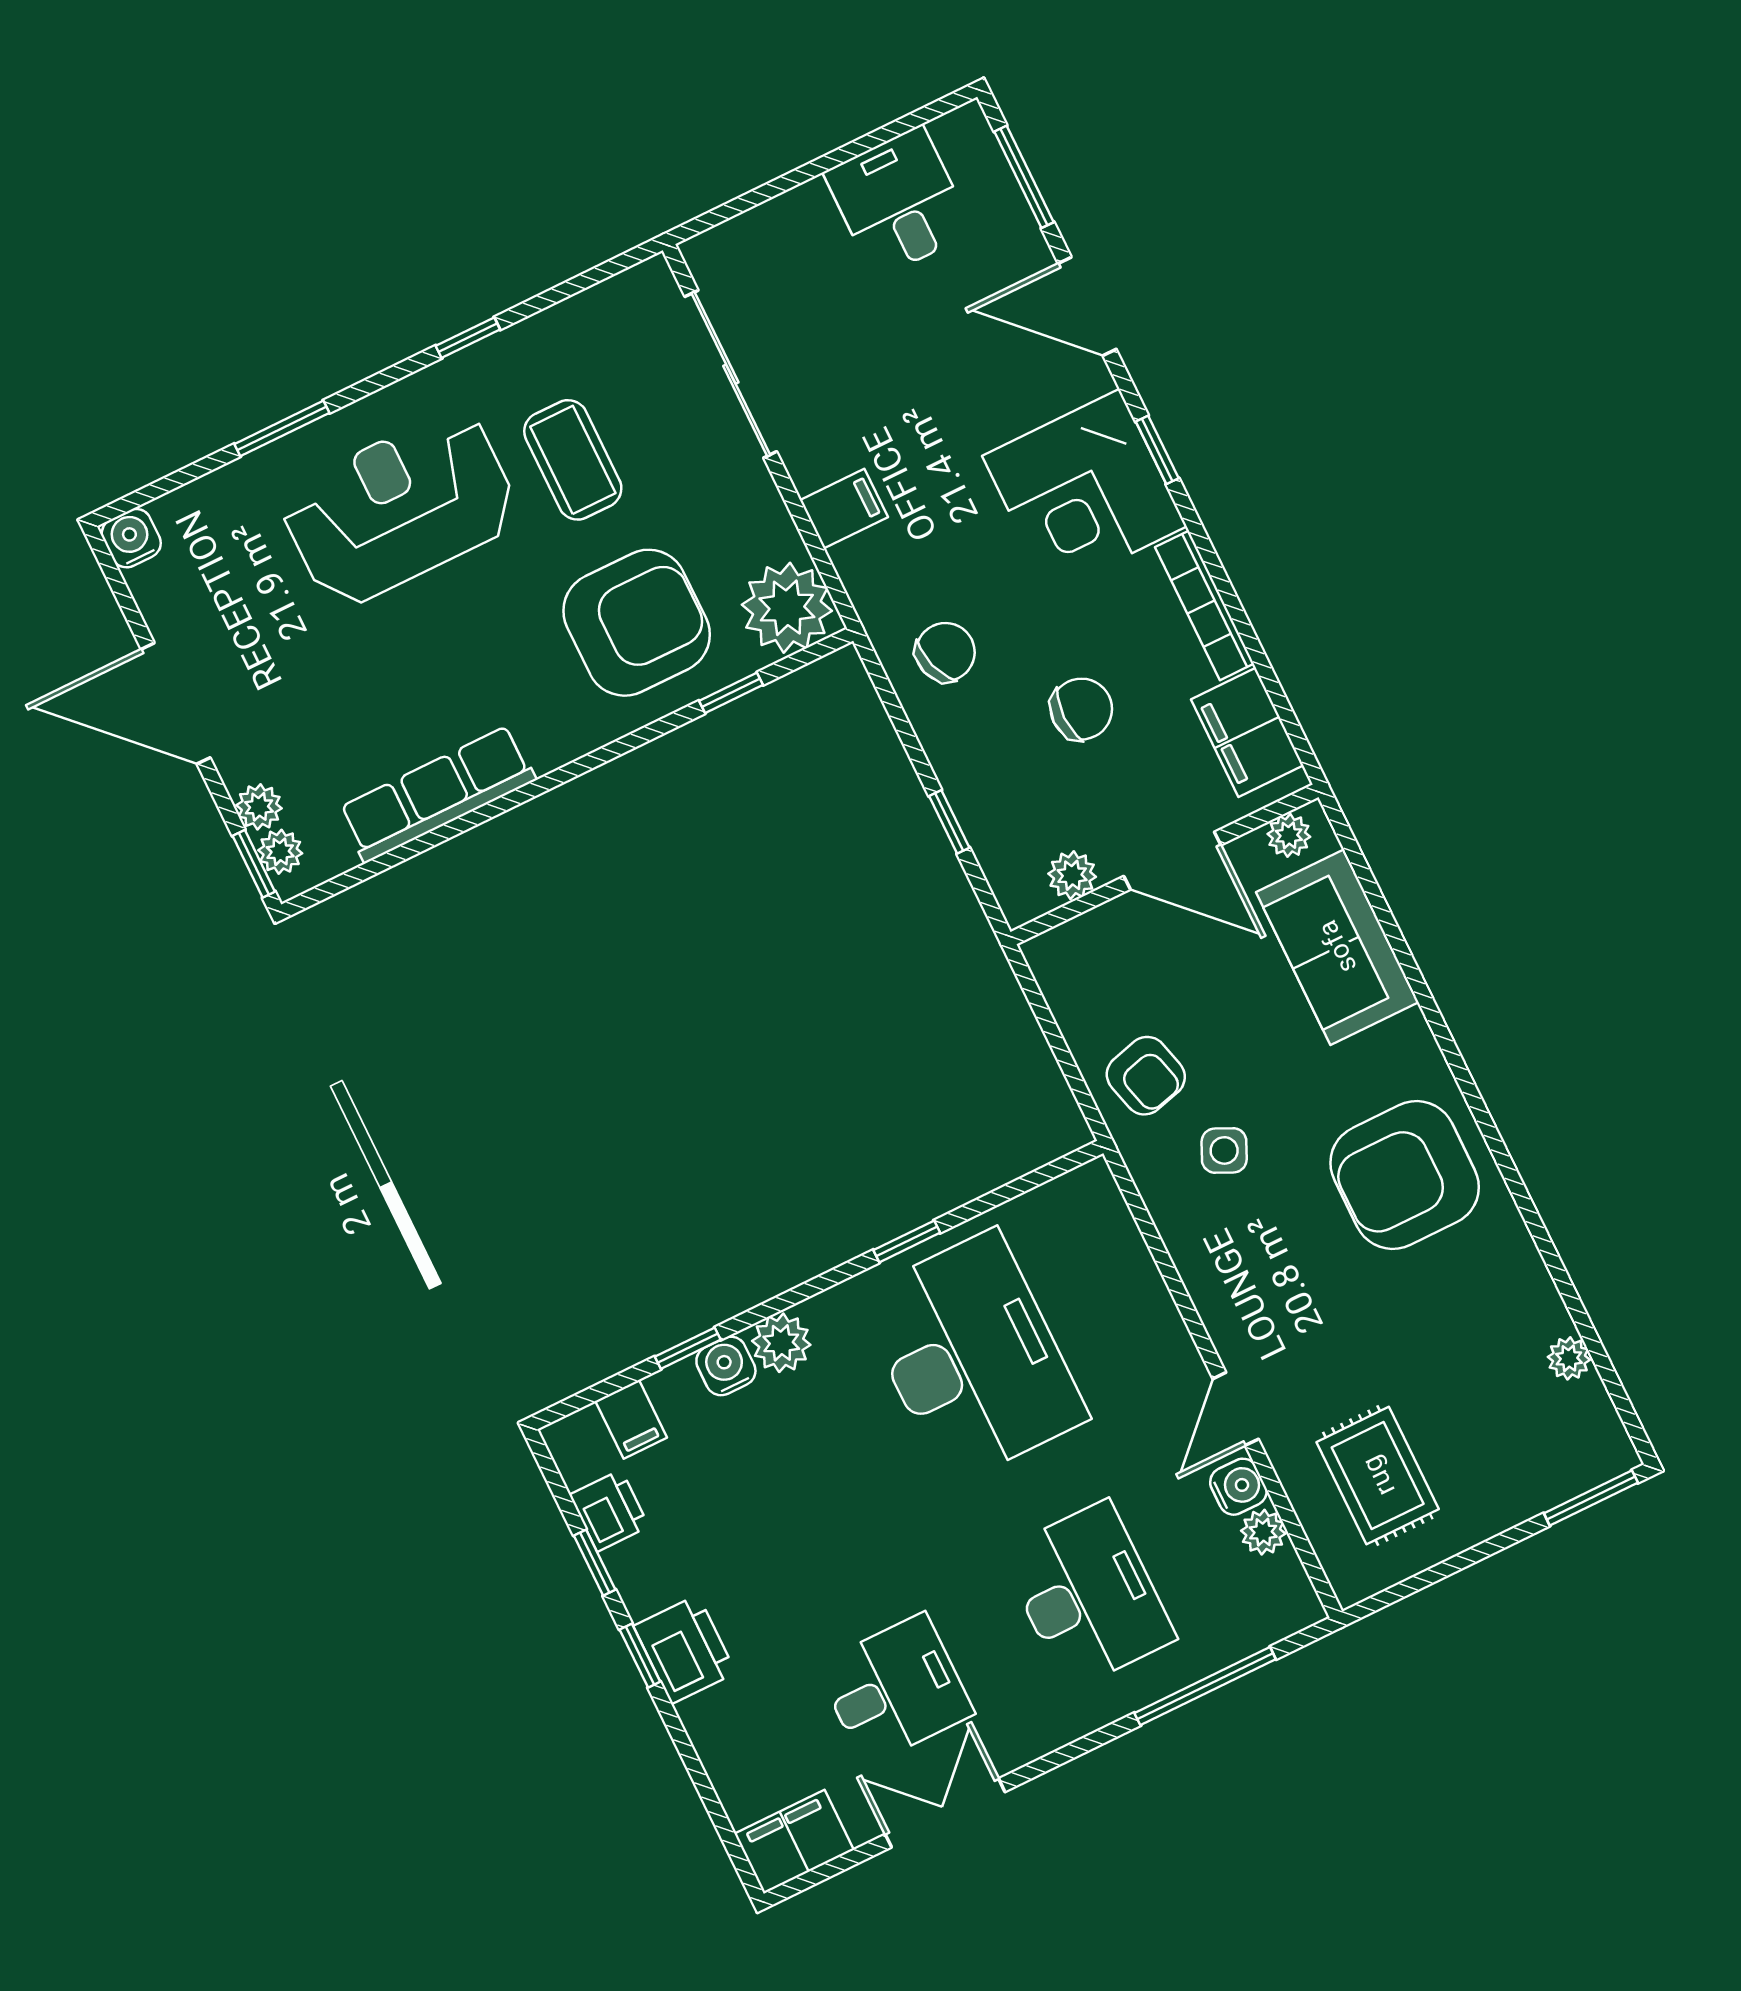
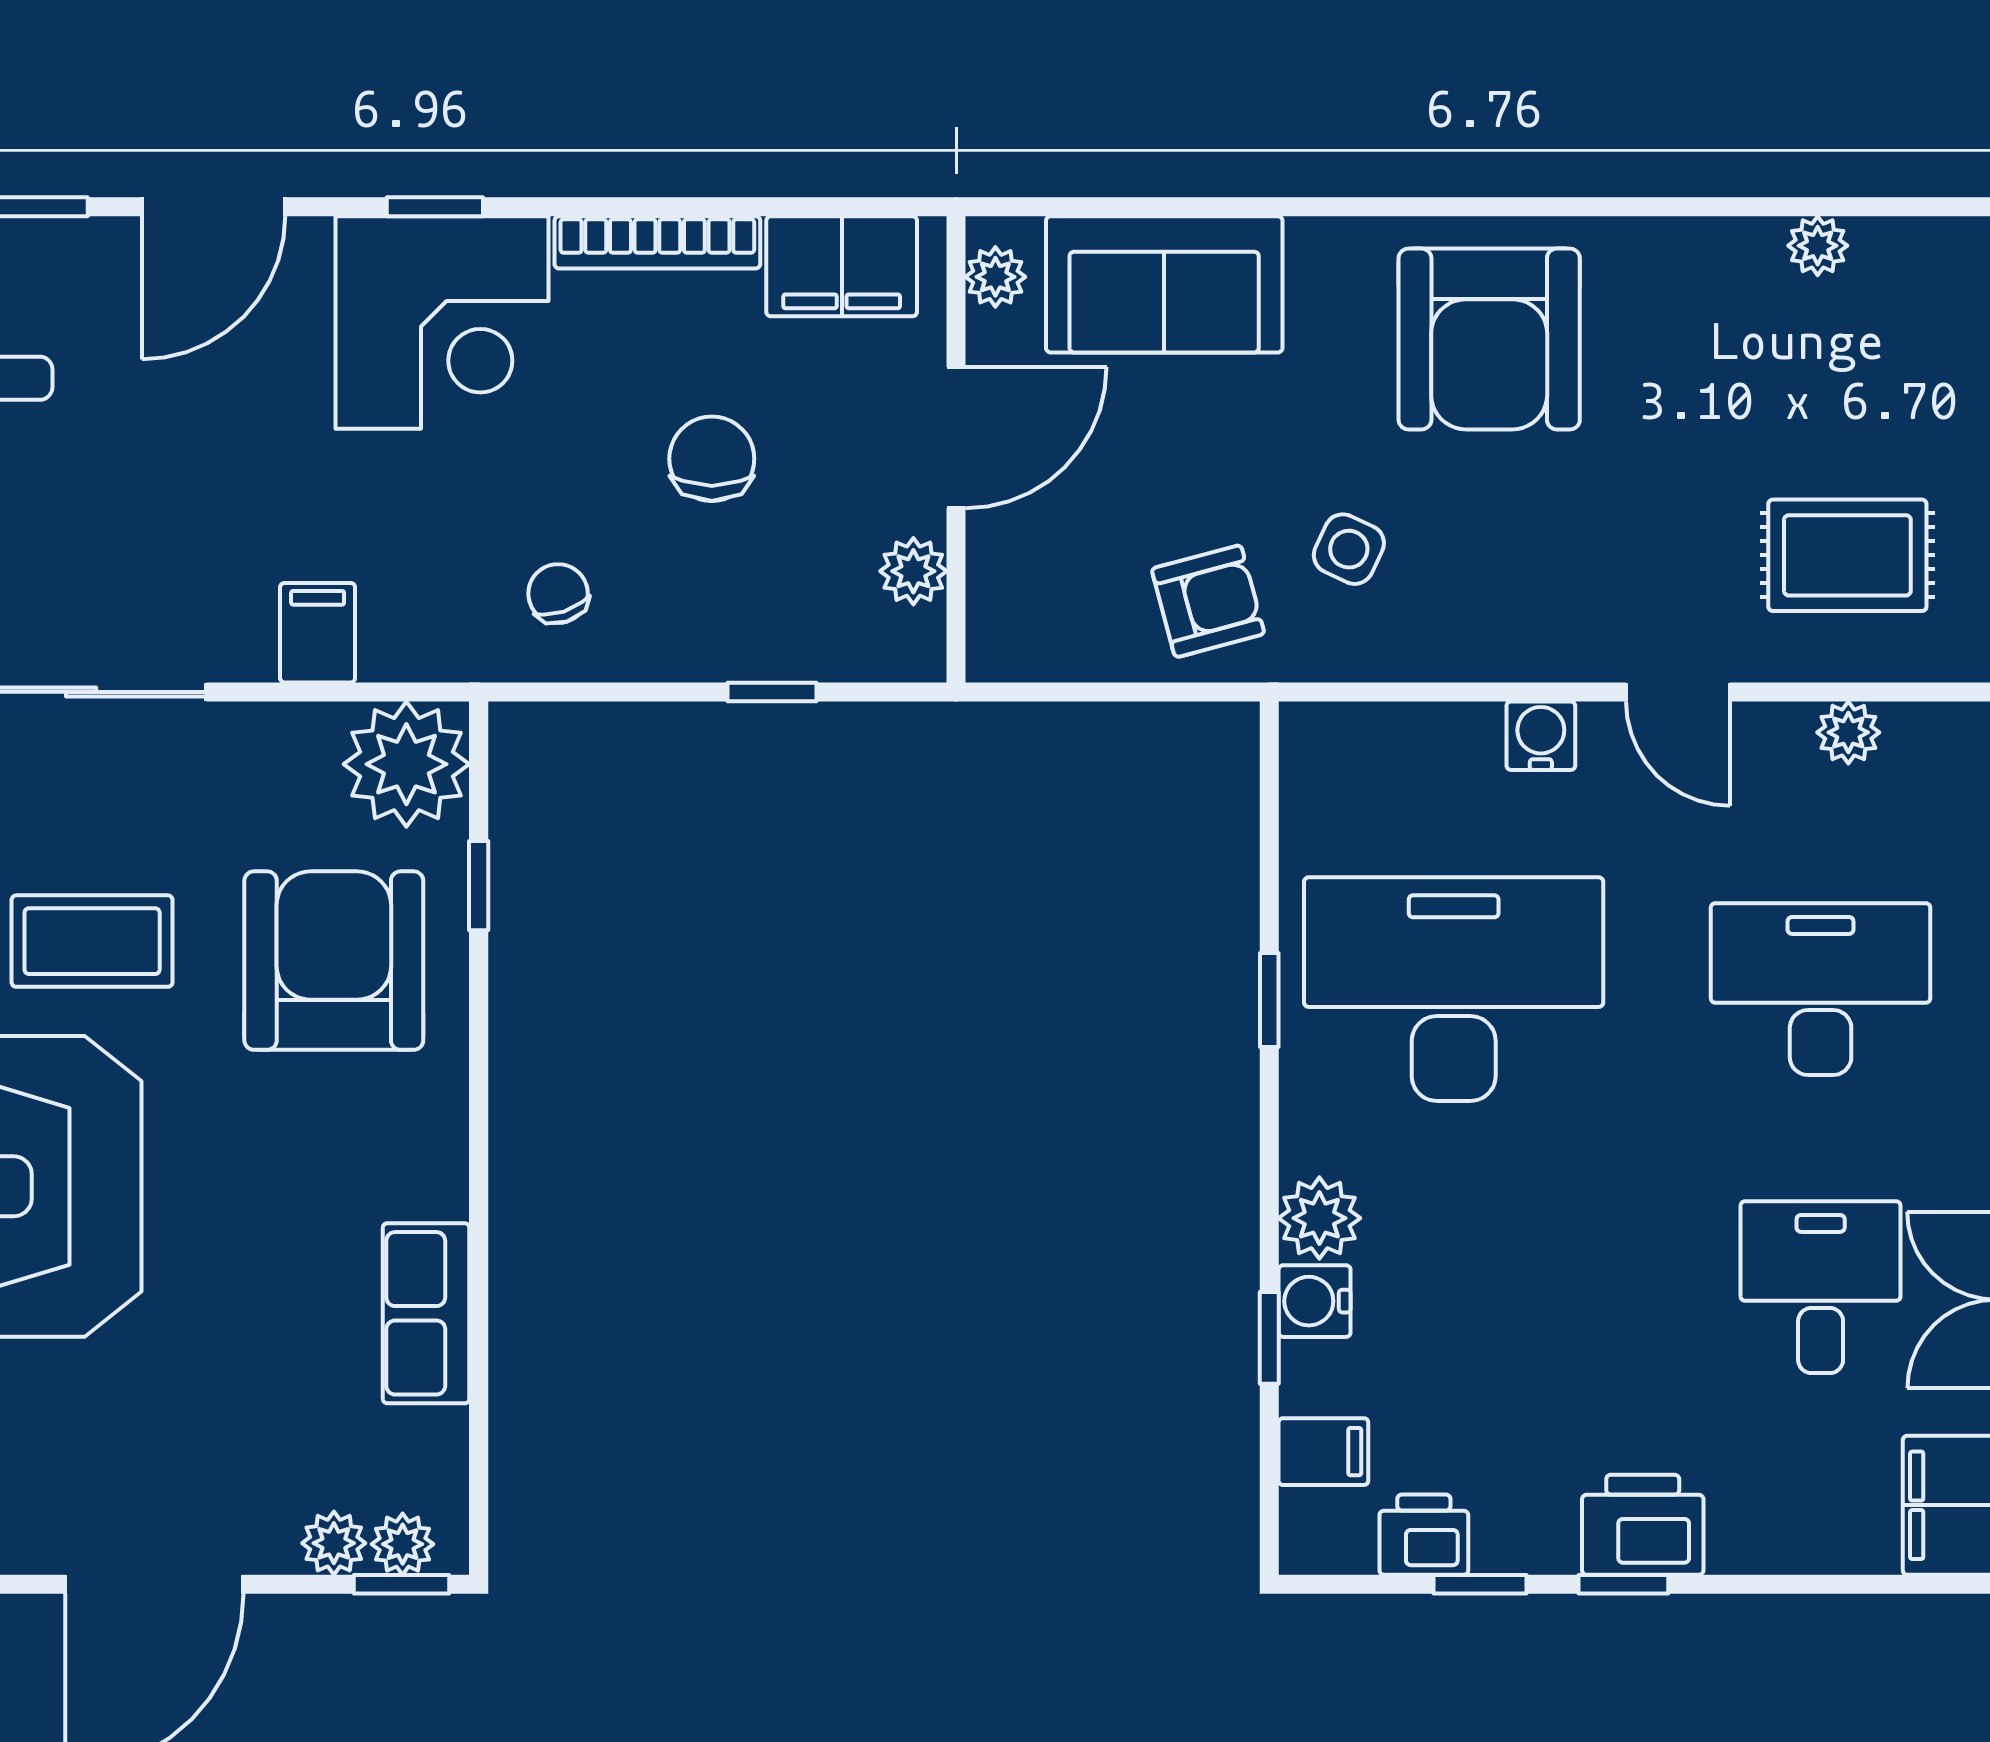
chair: (945, 652) -> (558, 594), width x0.73, depth x0.73
row of seats: (437, 794) -> (426, 1313), width x0.68
water cooler: (1238, 1487) -> (1541, 736), moved

